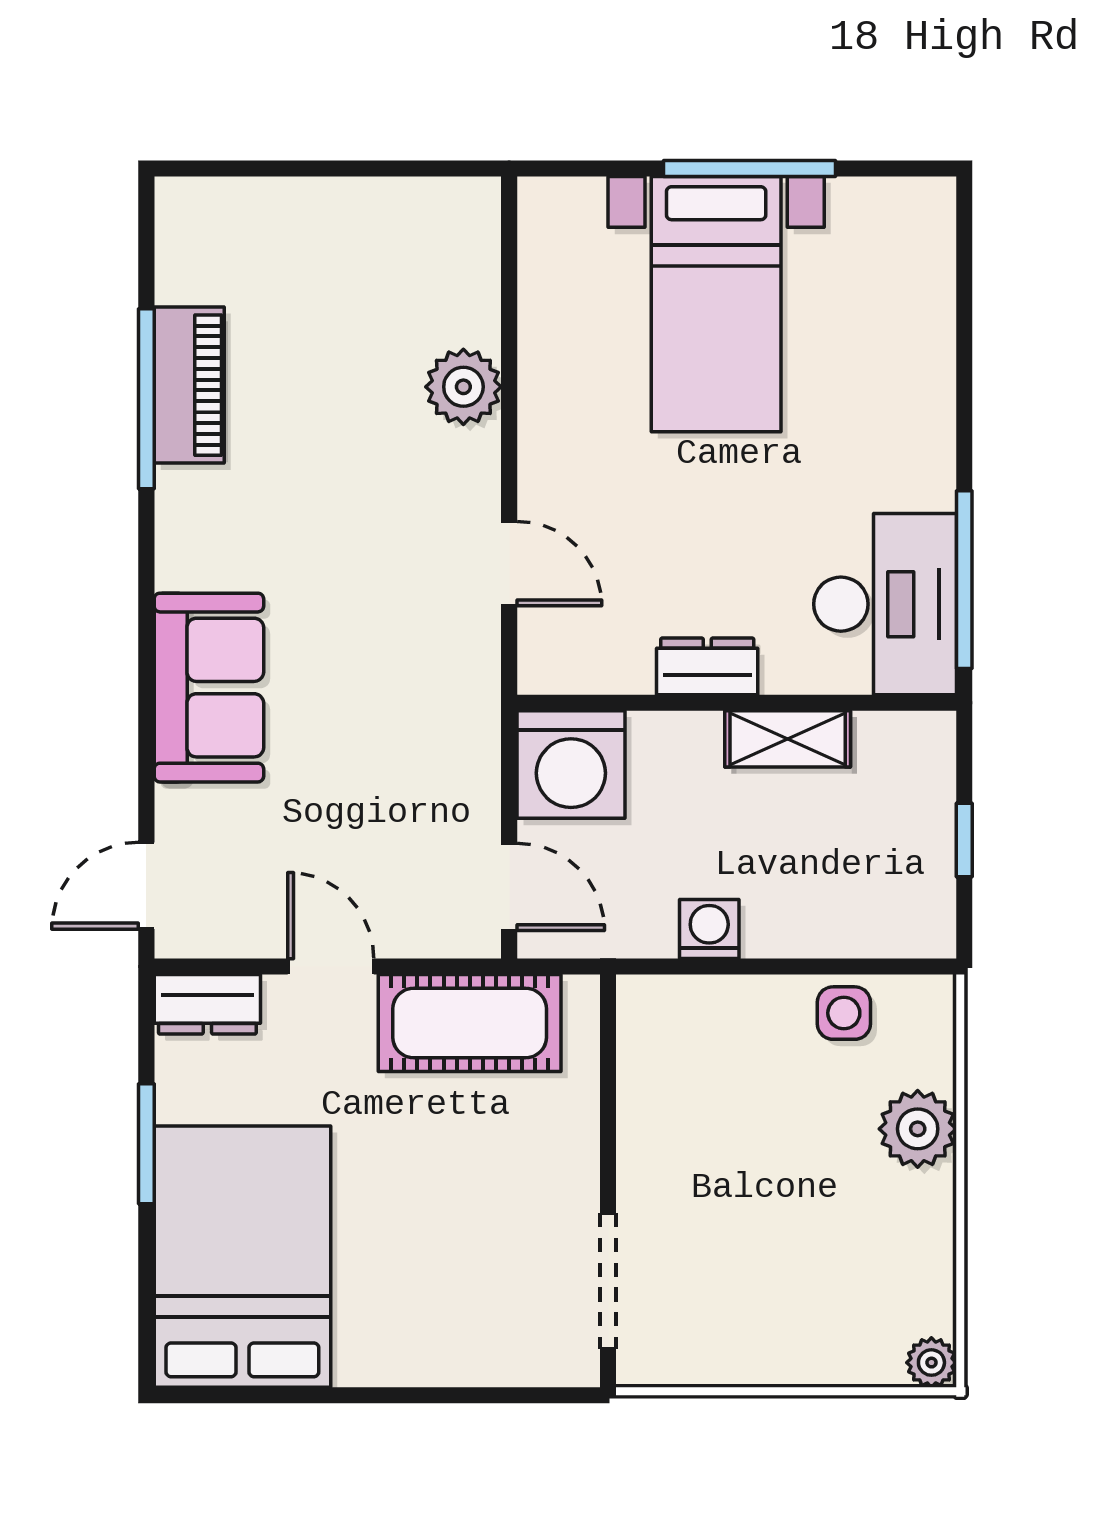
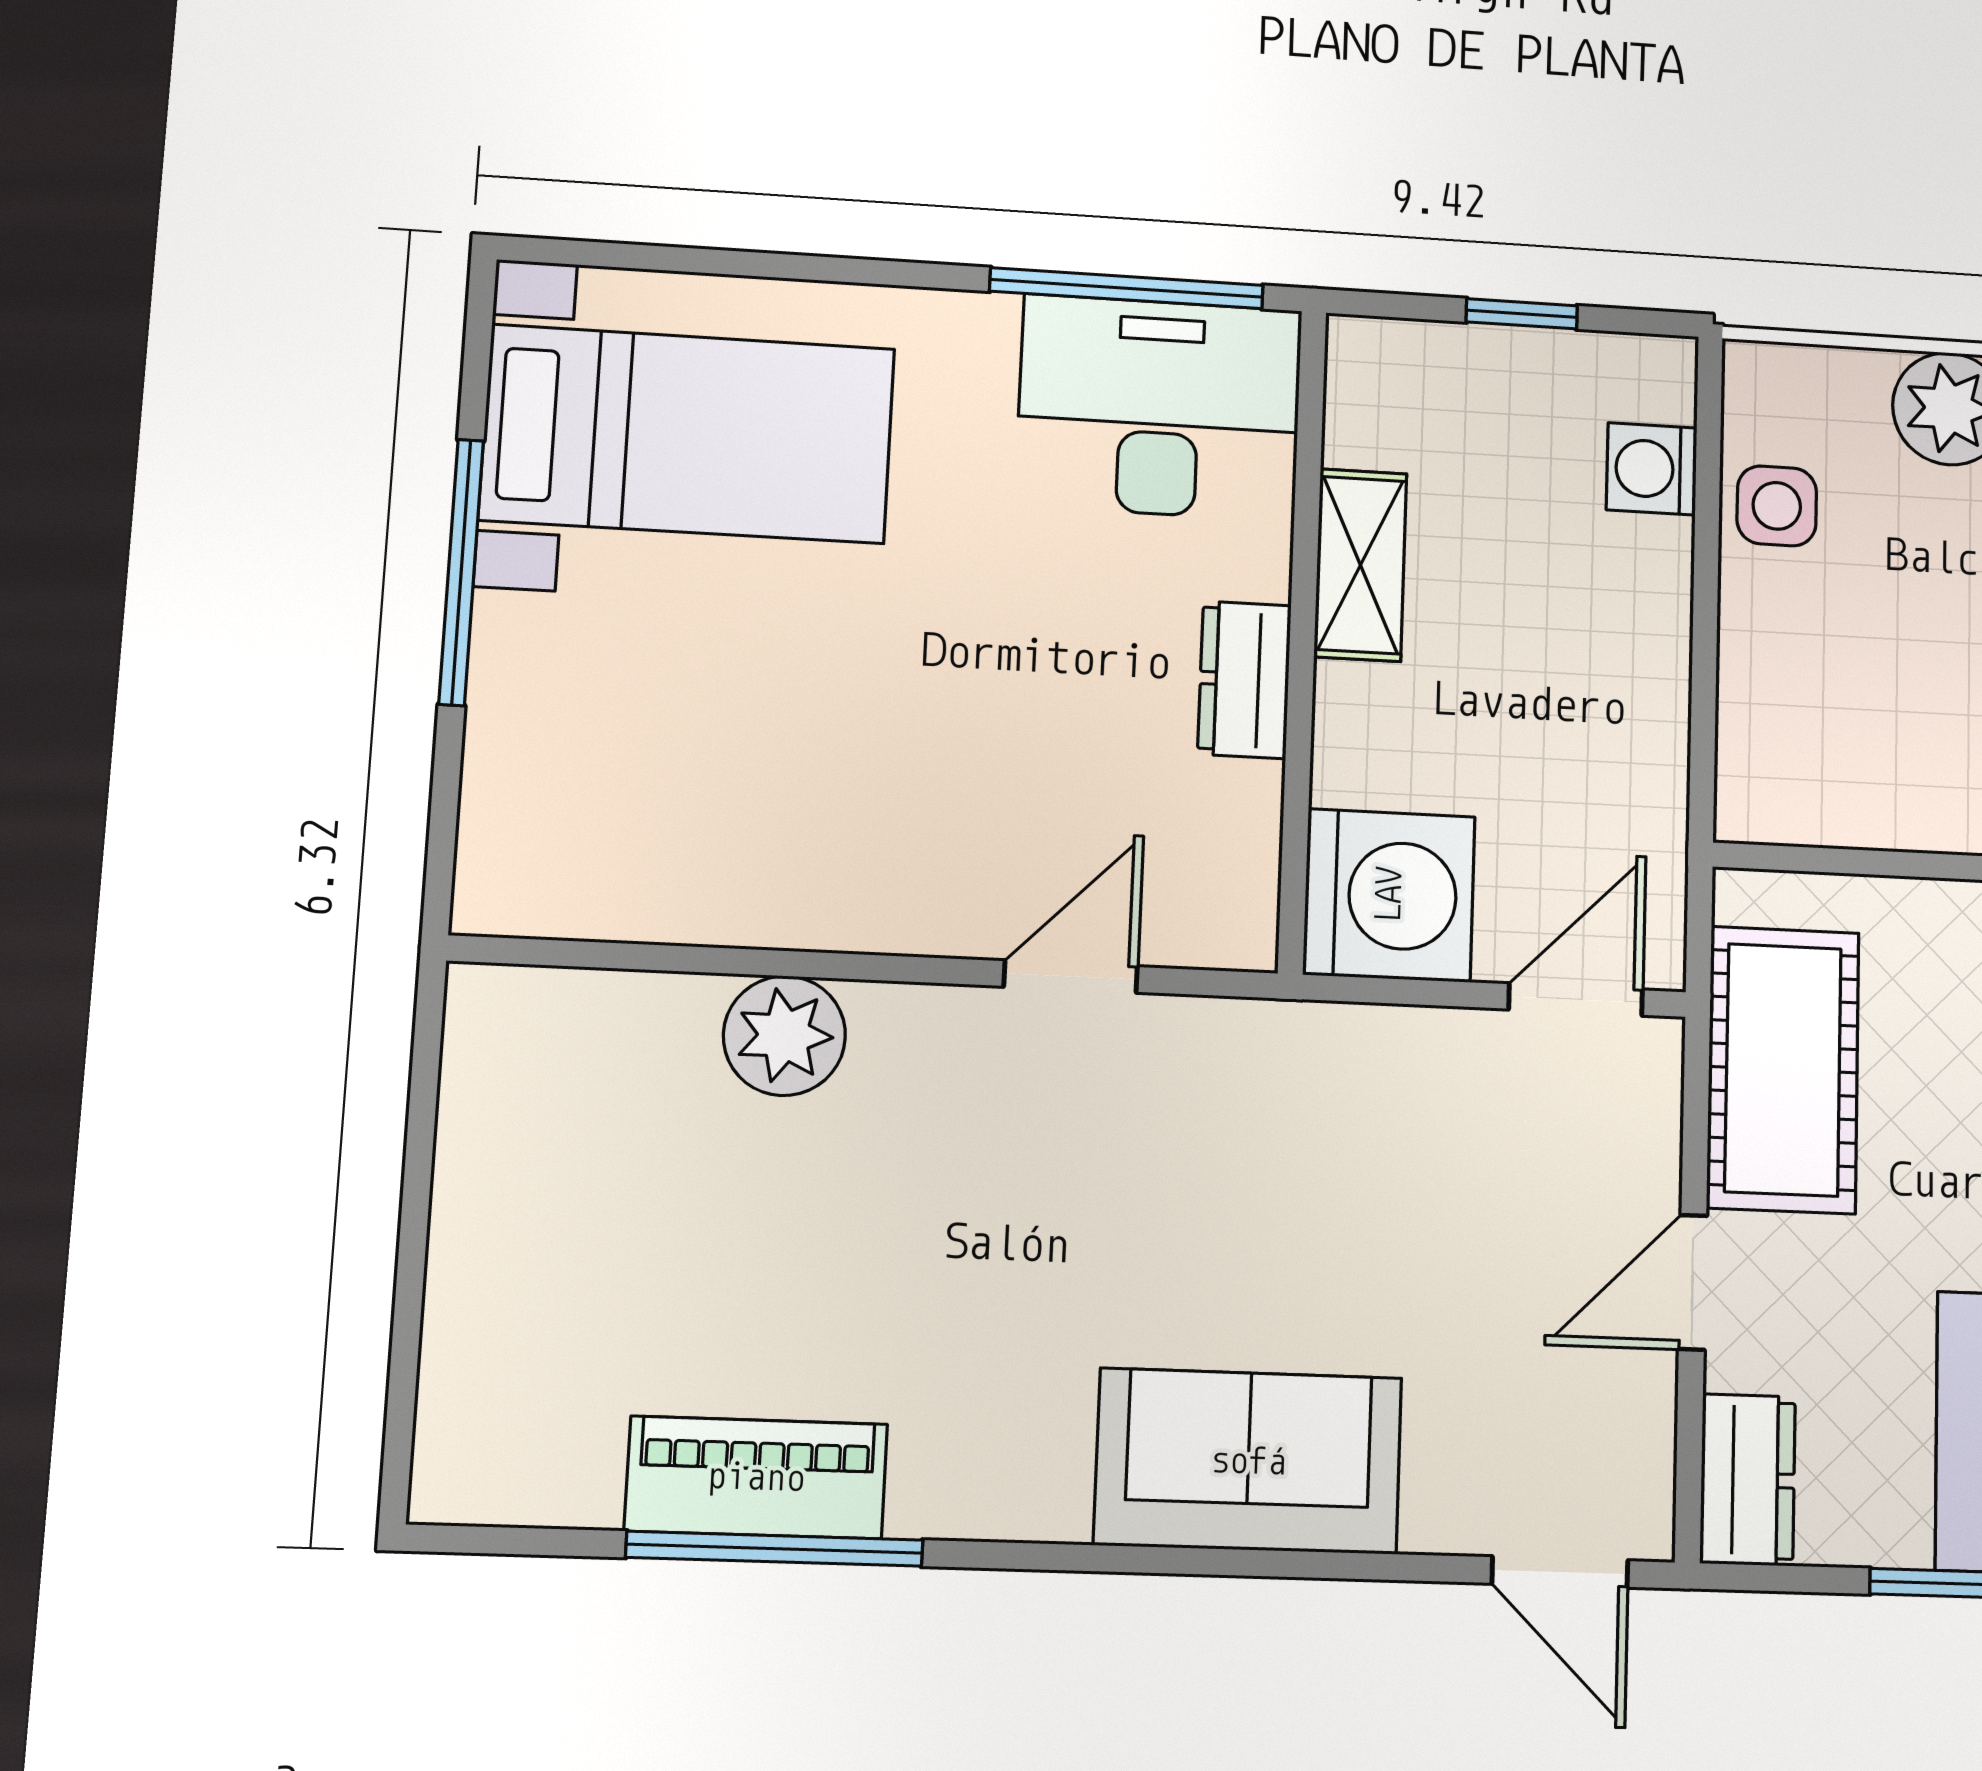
bed with nightstands: (716, 304) -> (688, 434), moved
washing machine: (709, 929) -> (1652, 469), moved

